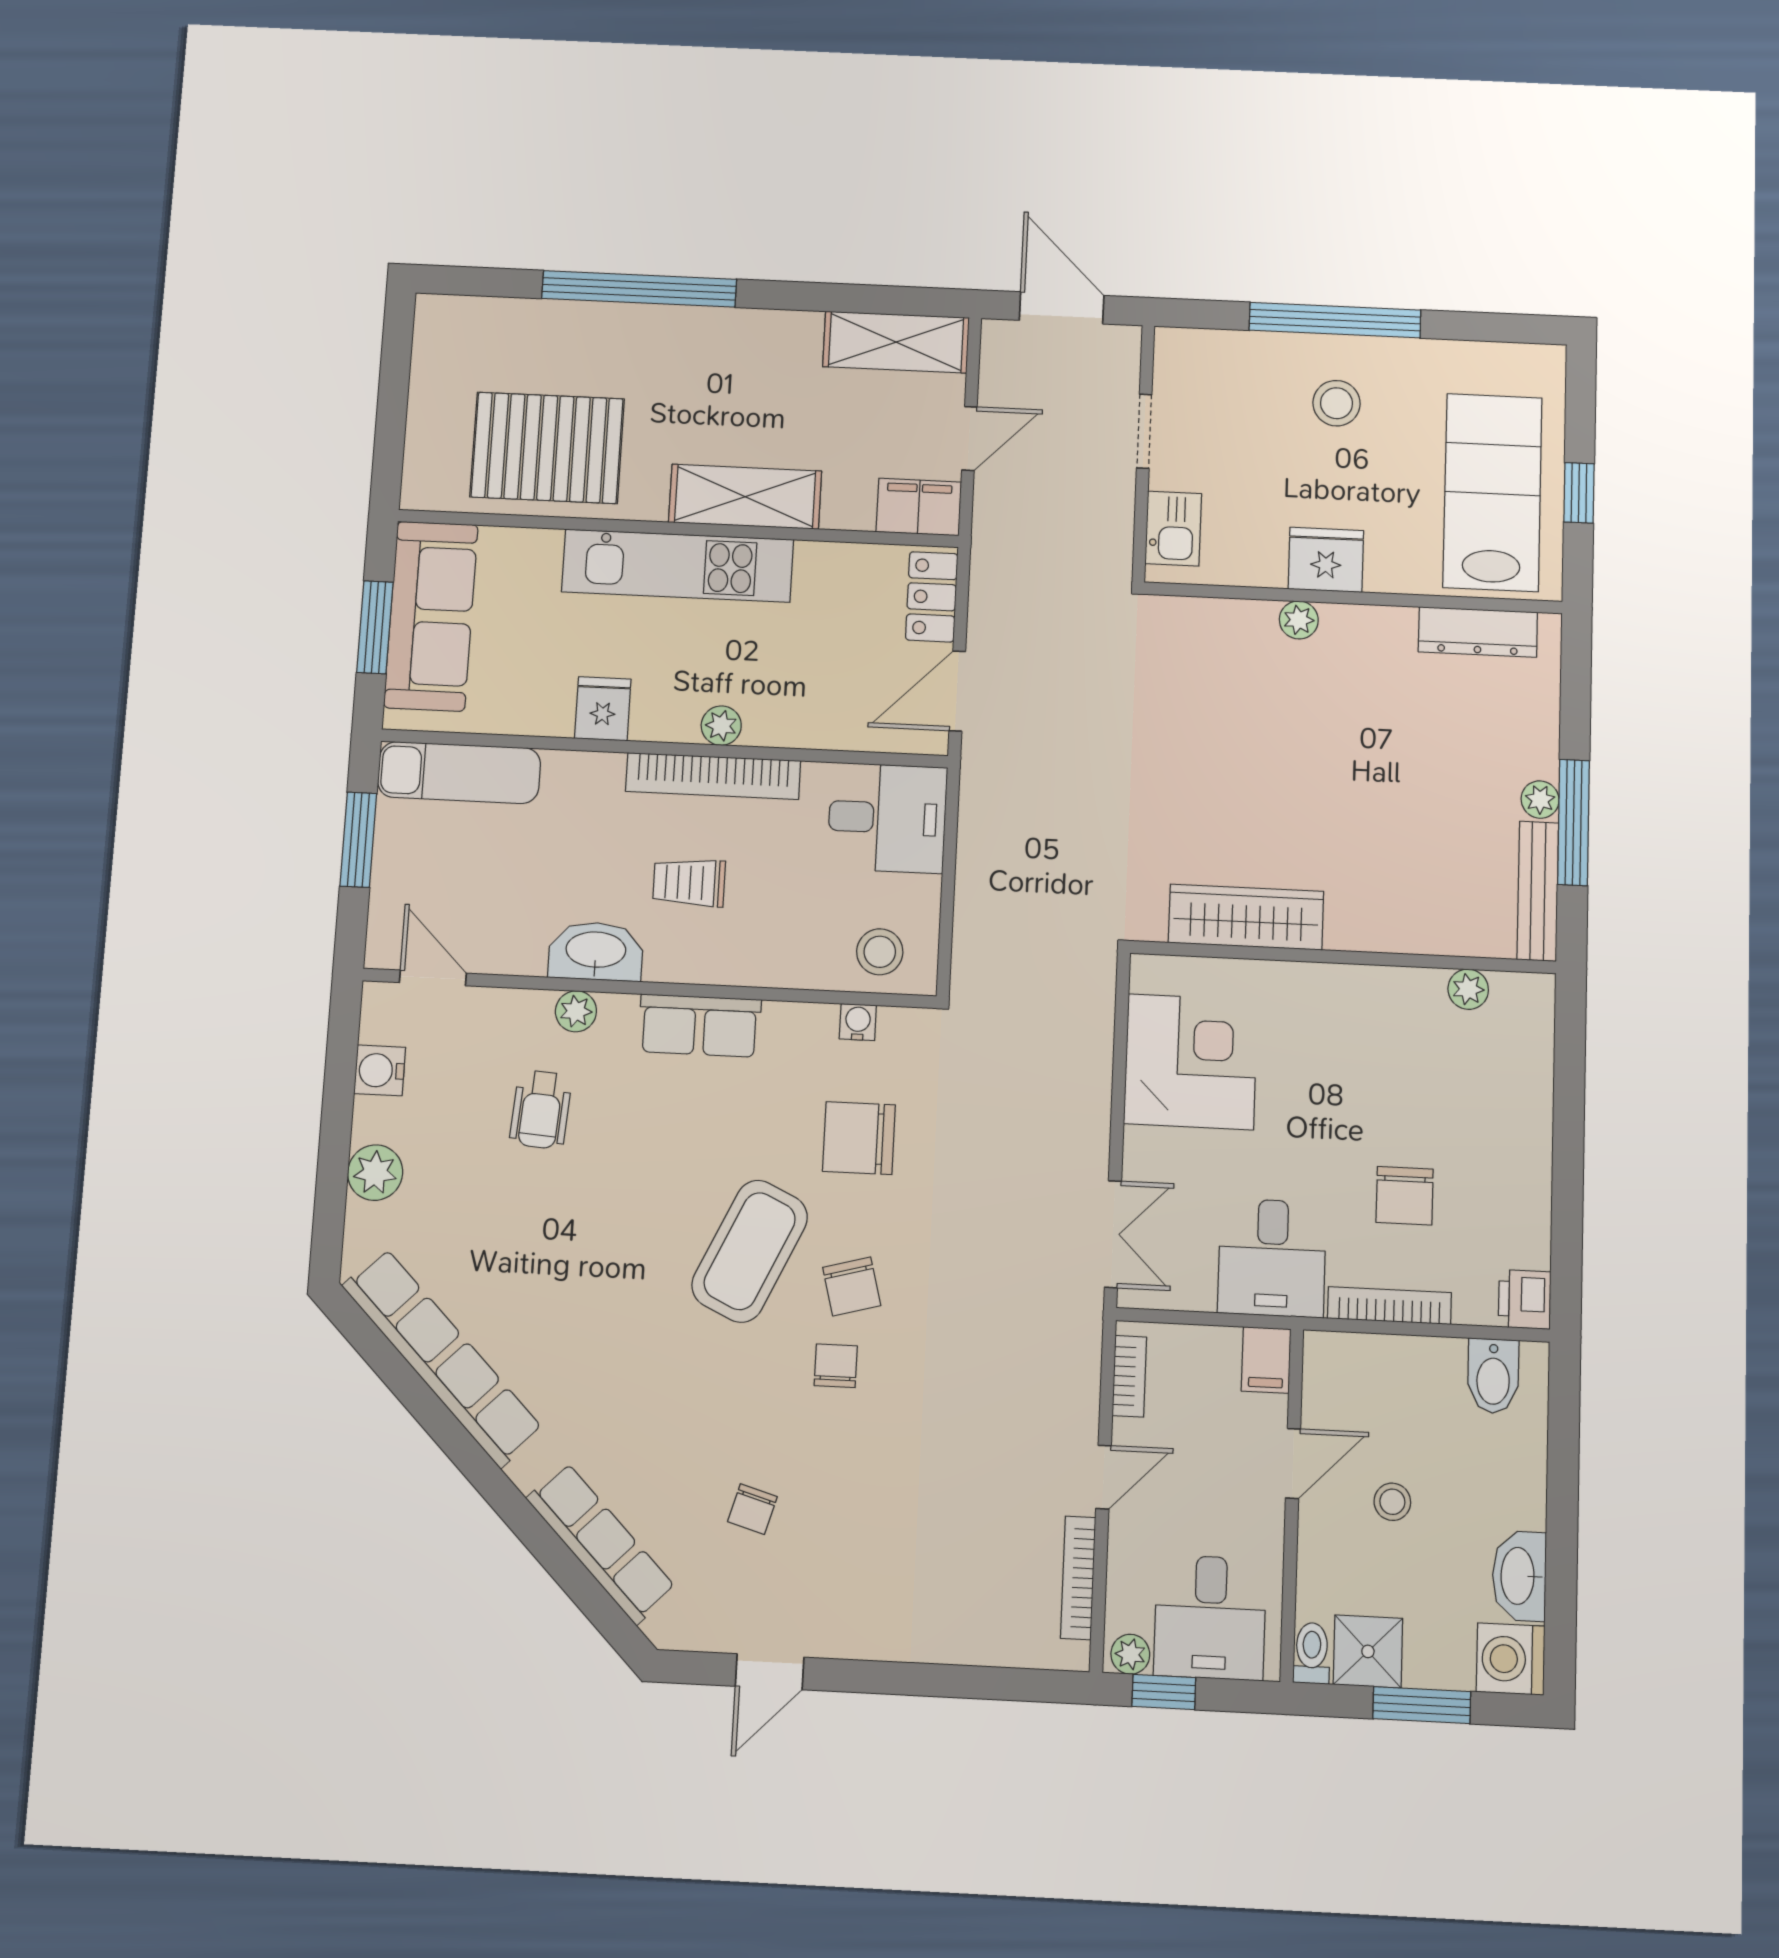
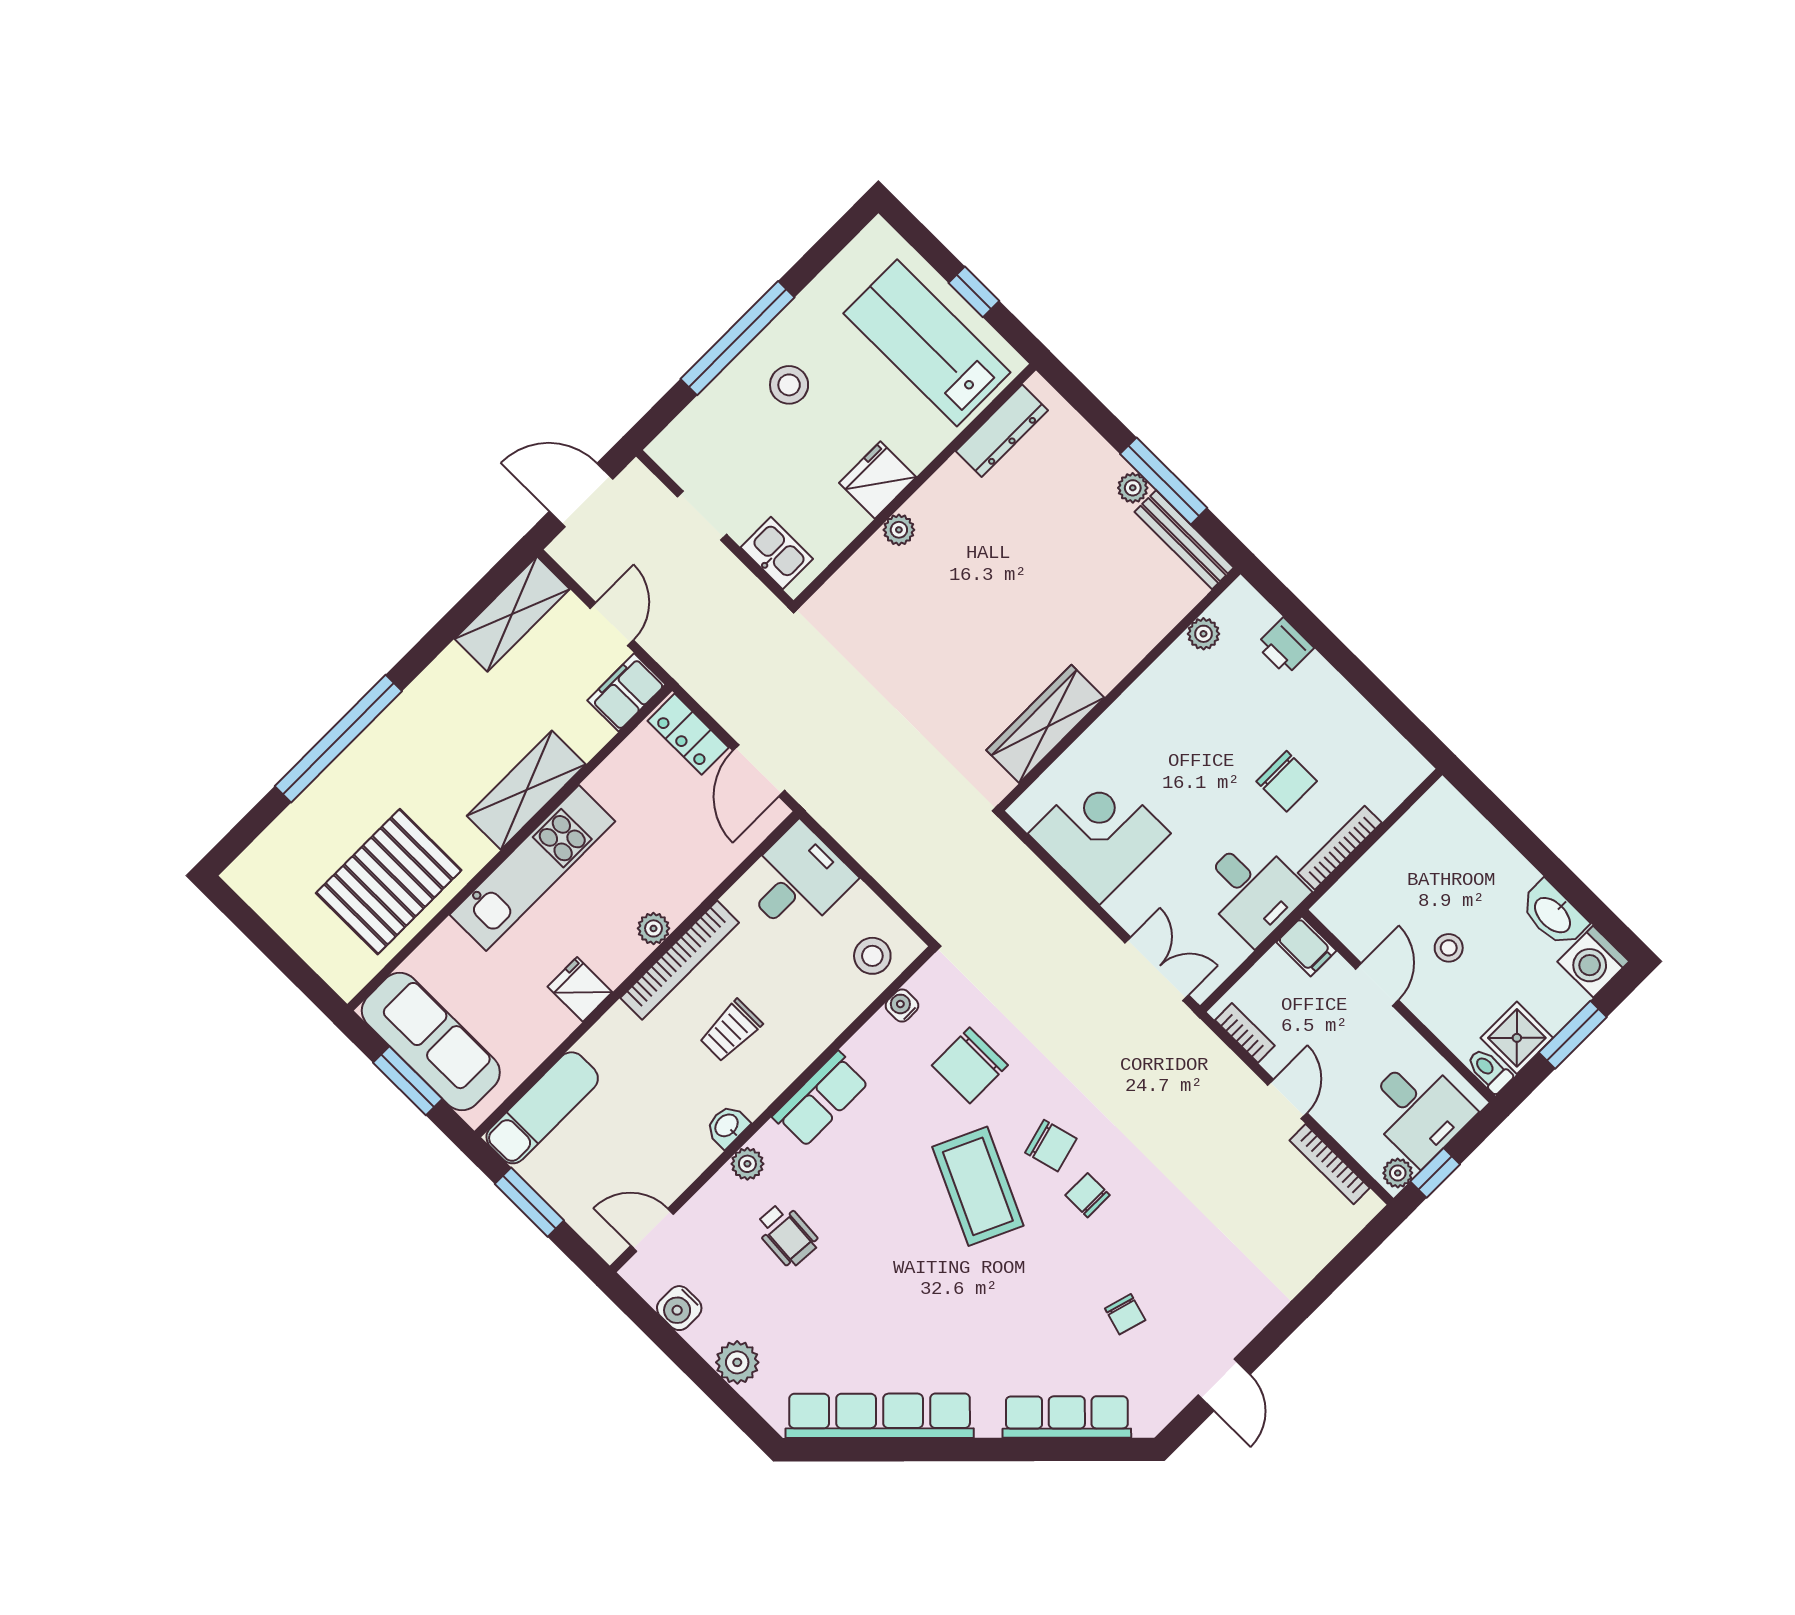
washbasin: (596, 951) -> (727, 1126), width x0.52, depth x0.69
printer: (1525, 1299) -> (1285, 646), moved
bidet: (1493, 1376) -> (1432, 825), removed

